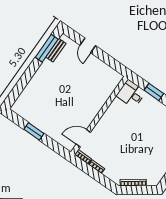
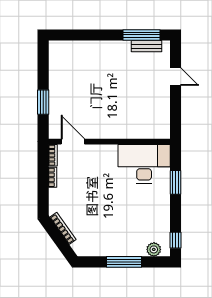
door: (88, 45) -> (175, 77), swing flipped
desk: (131, 94) -> (144, 164), width x1.87, depth x1.30
window: (34, 131) -> (43, 102), moved

